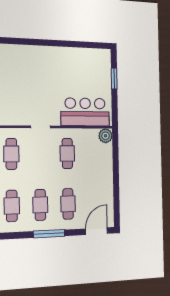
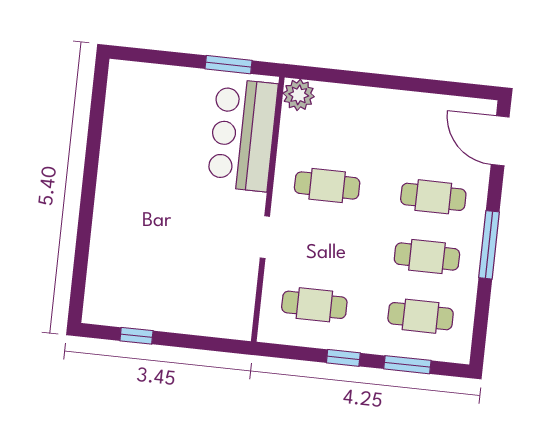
window: (114, 79) -> (228, 65), moved

